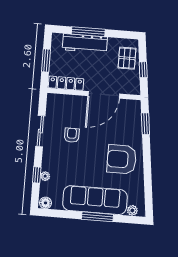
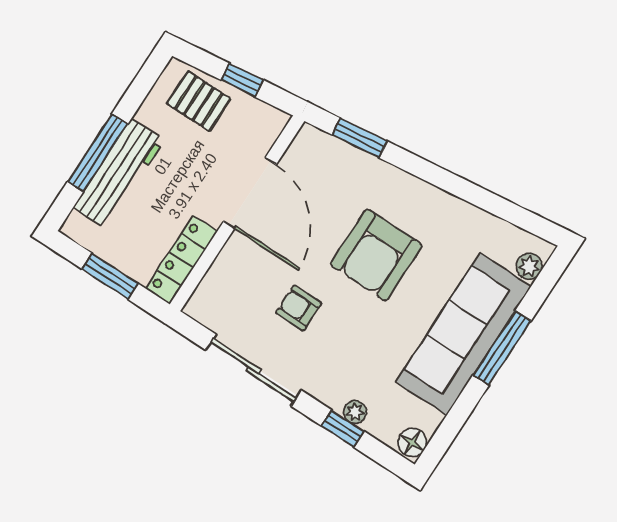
sliding door: (40, 131) -> (254, 370), width x1.37
armchair: (122, 159) -> (376, 255), moved

